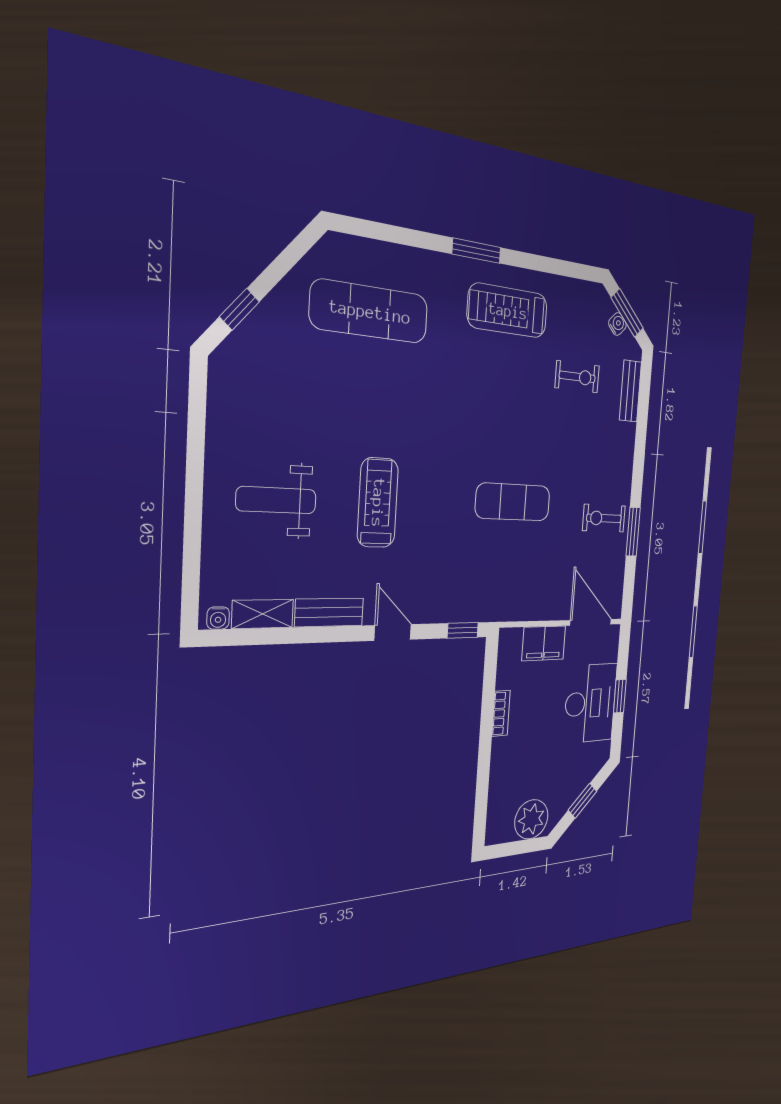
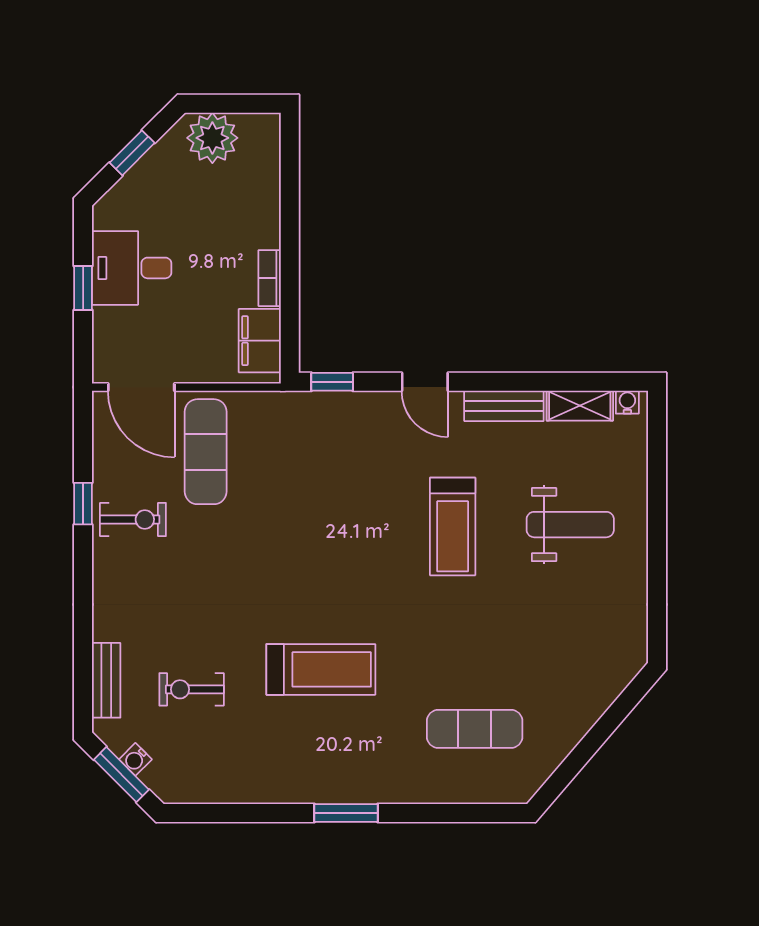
window: (239, 309) -> (618, 712), removed
treadmill: (508, 311) -> (321, 669), moved
exercise mat: (370, 312) -> (475, 729), width x0.73, depth x0.69
exercise mat: (513, 502) -> (206, 452), moved, turned 90
window: (633, 532) -> (83, 504), width x0.67
filing cabinet: (544, 643) -> (260, 341), moved, turned -90
desk: (590, 703) -> (132, 268), width x0.73

